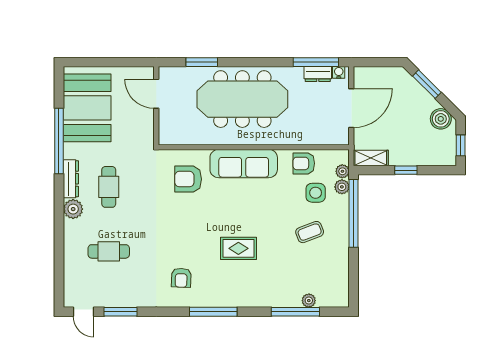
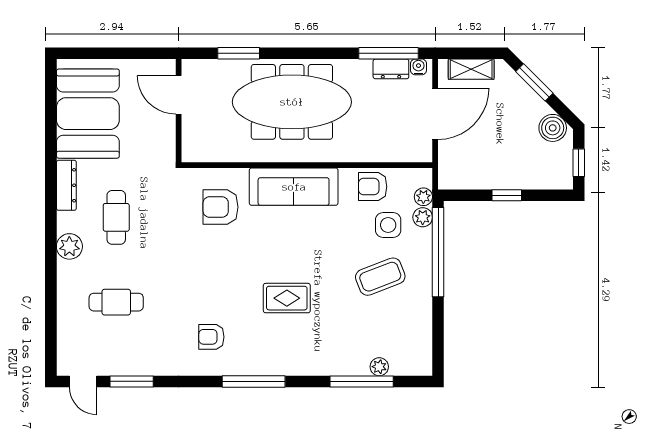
window: (59, 141) -> (51, 157), removed
shelving: (371, 158) -> (471, 69), moved
dresser: (71, 179) -> (66, 185), moved
coffee table: (310, 232) -> (380, 277), width x1.36, depth x1.30
armchair: (181, 278) -> (211, 337), turned 88

